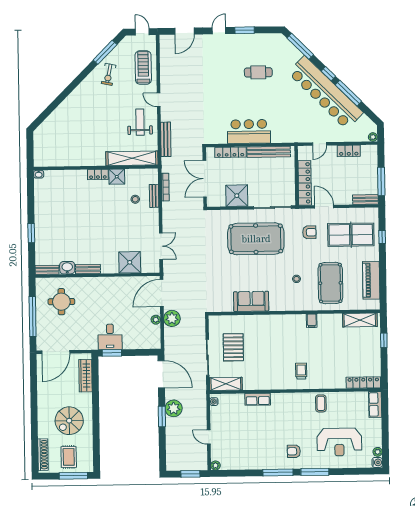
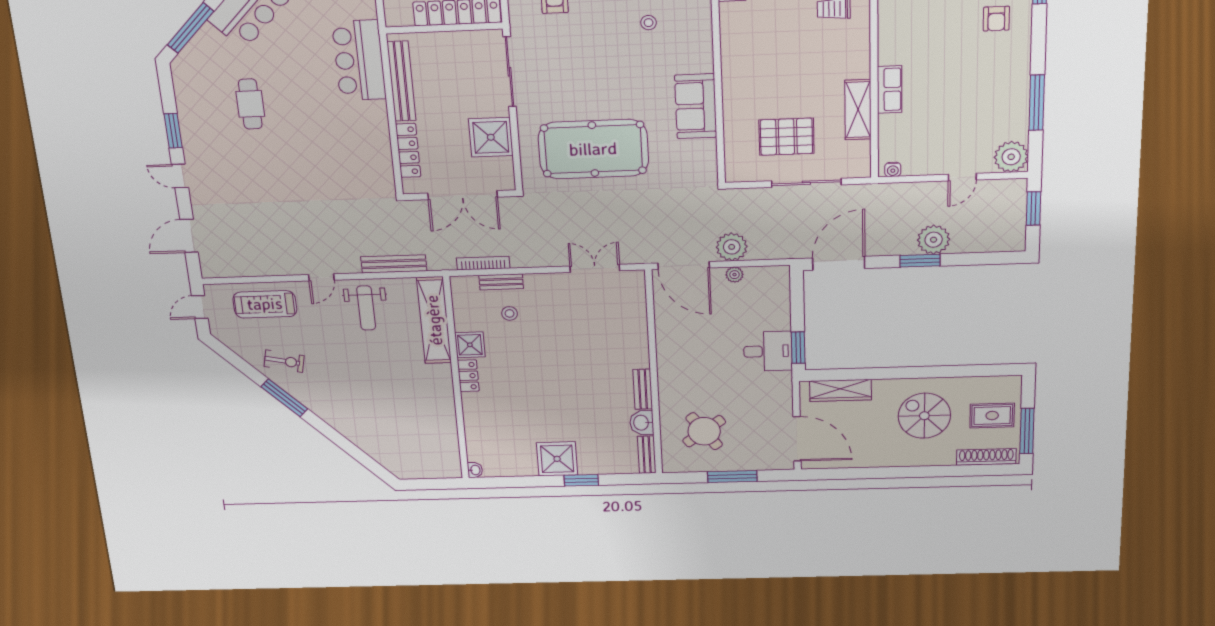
door: (185, 31) -> (189, 236), swing flipped
window: (105, 52) -> (284, 398), moved
weight bench: (140, 122) -> (366, 308), turned -90
bar counter: (249, 131) -> (359, 60), moved
pool table: (256, 239) -> (593, 149), moved, turned 90
shower: (130, 262) -> (557, 459), moved
round table: (61, 302) -> (704, 431), turned -36
window: (33, 317) -> (732, 476), width x0.68
shelving: (226, 384) -> (858, 110), moved
plant: (174, 408) -> (934, 240), moved
spiral stairs: (69, 421) -> (924, 416), turned 180
plant: (216, 465) -> (1011, 157), width x1.87, depth x1.87
window: (278, 472) -> (1037, 103), moved
window: (73, 476) -> (1027, 431), moved

